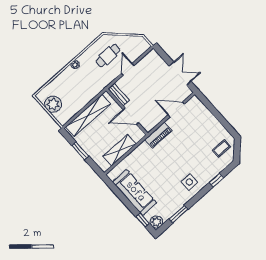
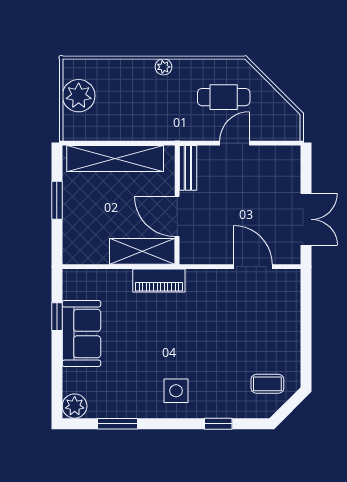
piano: (158, 135) -> (159, 280), moved
shelving: (120, 150) -> (142, 251), moved
sofa: (135, 192) -> (81, 334), width x0.73
window: (143, 220) -> (57, 317), moved

